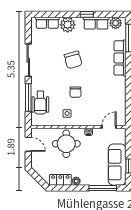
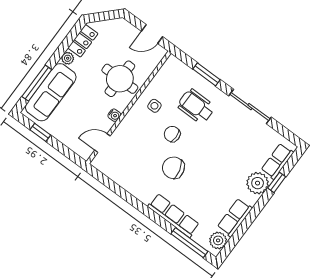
window: (87, 14) -> (277, 182), moved
chair: (73, 60) -> (173, 168), moved
window: (28, 98) -> (207, 74), width x0.69
wheelchair: (40, 103) -> (196, 106), moved
door: (109, 127) -> (102, 143), swing flipped
sofa: (117, 165) -> (51, 92), moved, turned 90

